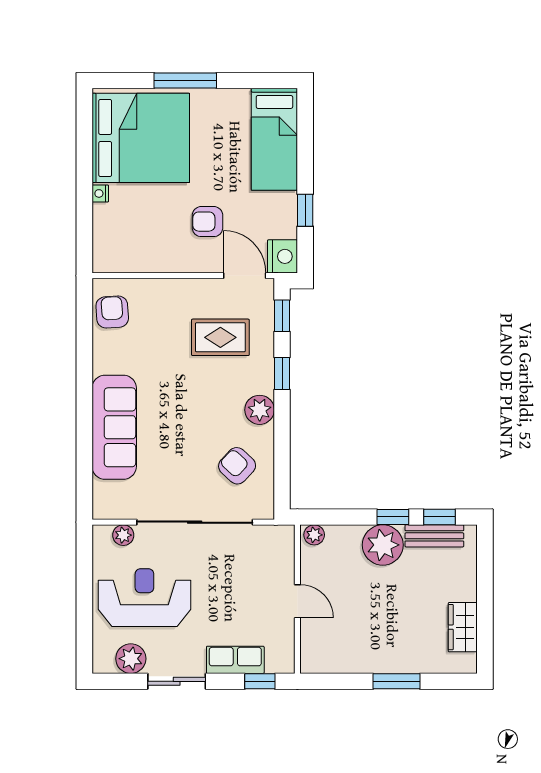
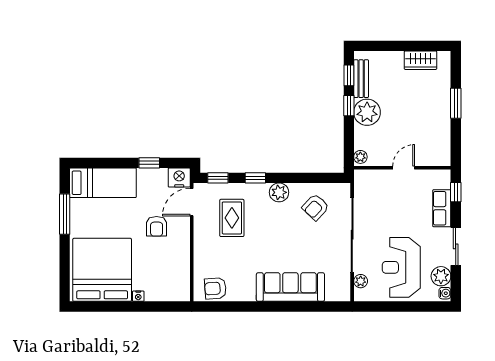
window: (185, 80) -> (65, 214), moved
water cooler: (105, 665) -> (445, 293), added

